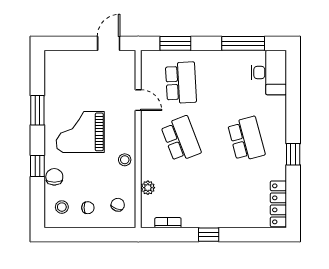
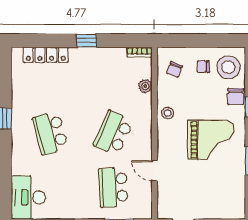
school desk: (181, 139) -> (113, 133), turned 45
locker: (278, 204) -> (46, 55), moved, turned 90
stool: (62, 207) -> (228, 67), width x1.89, depth x1.89
bookcase: (168, 223) -> (140, 52), moved

